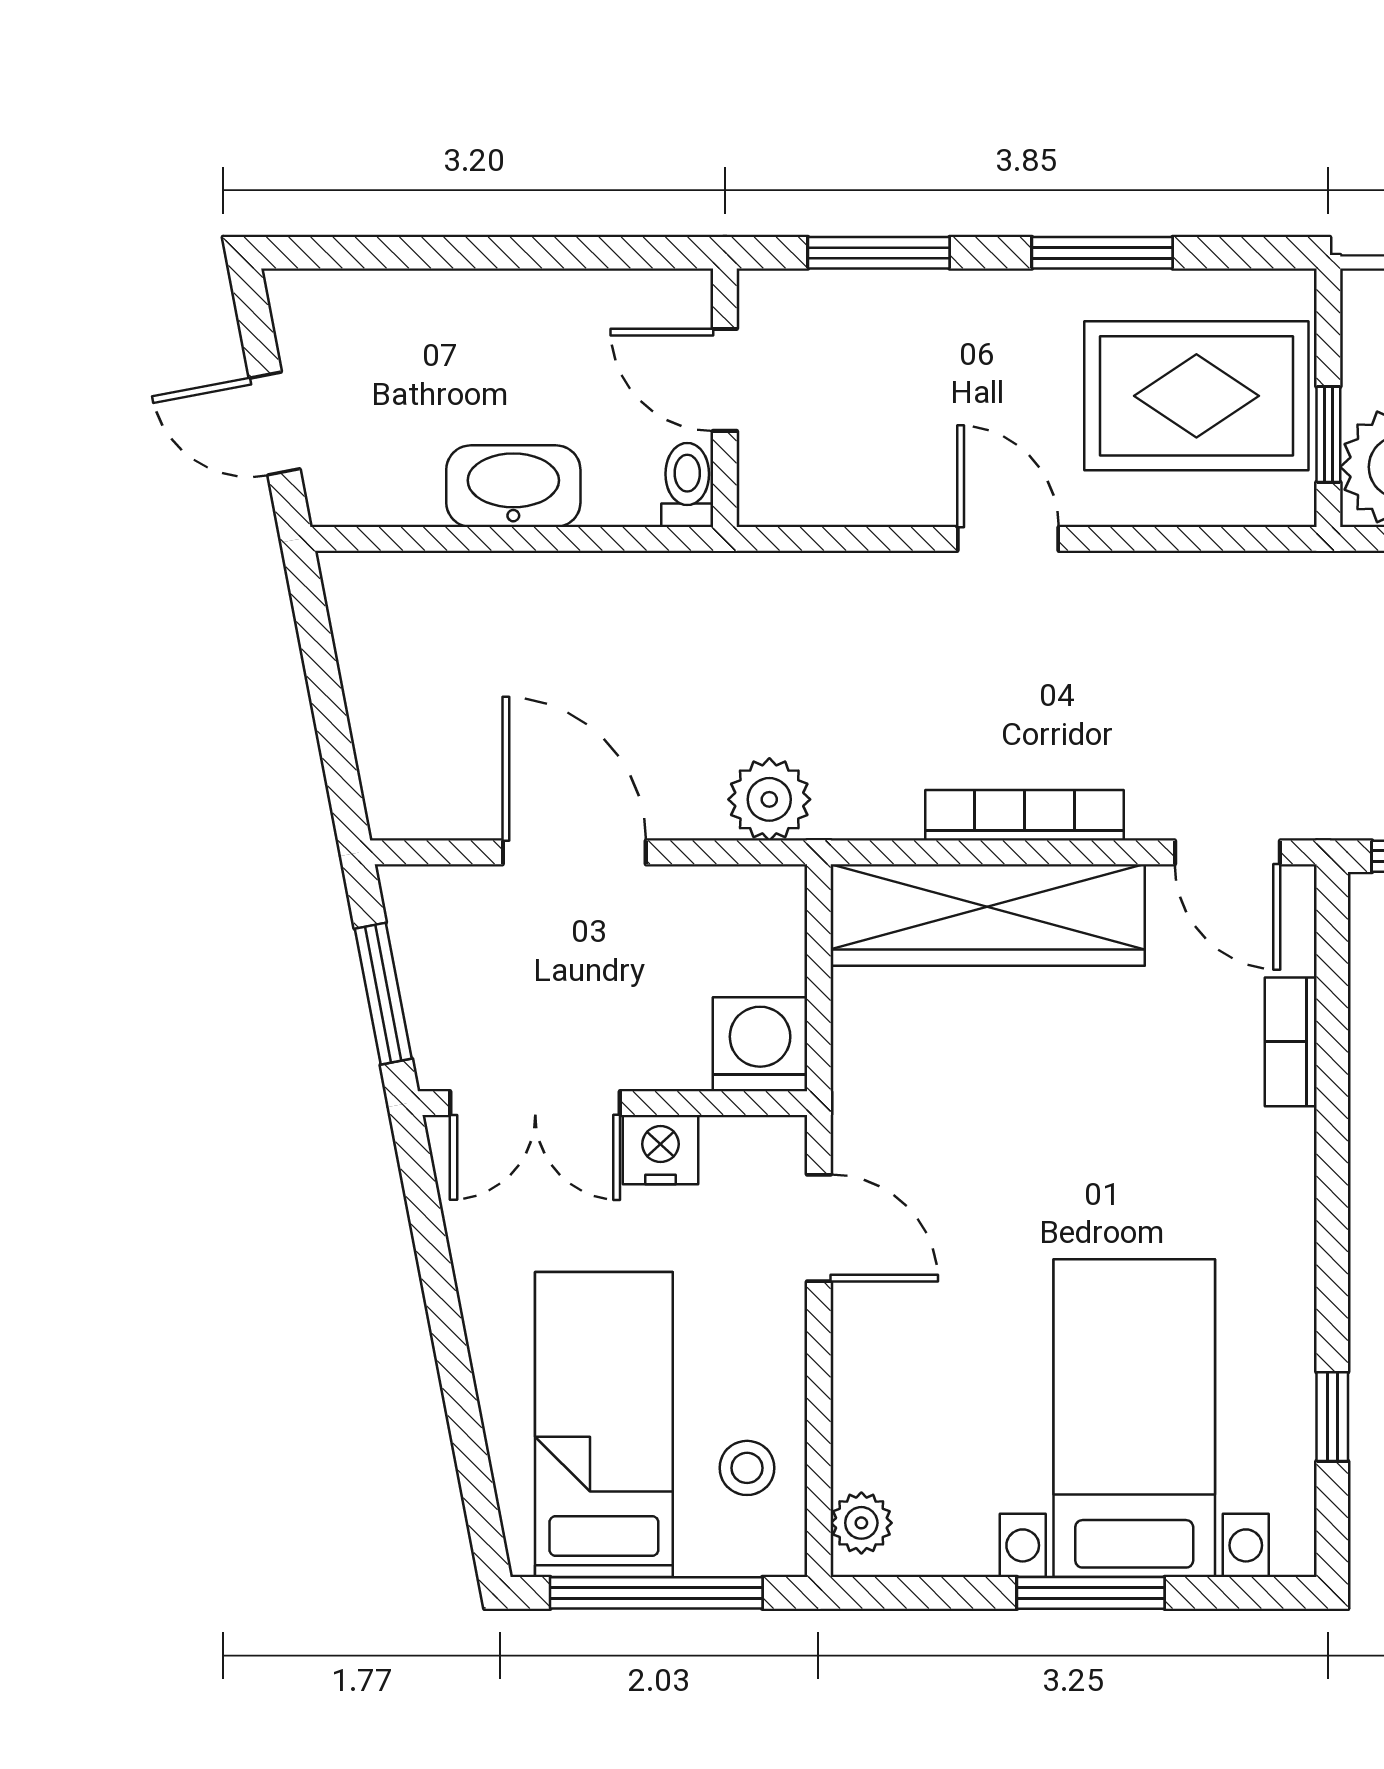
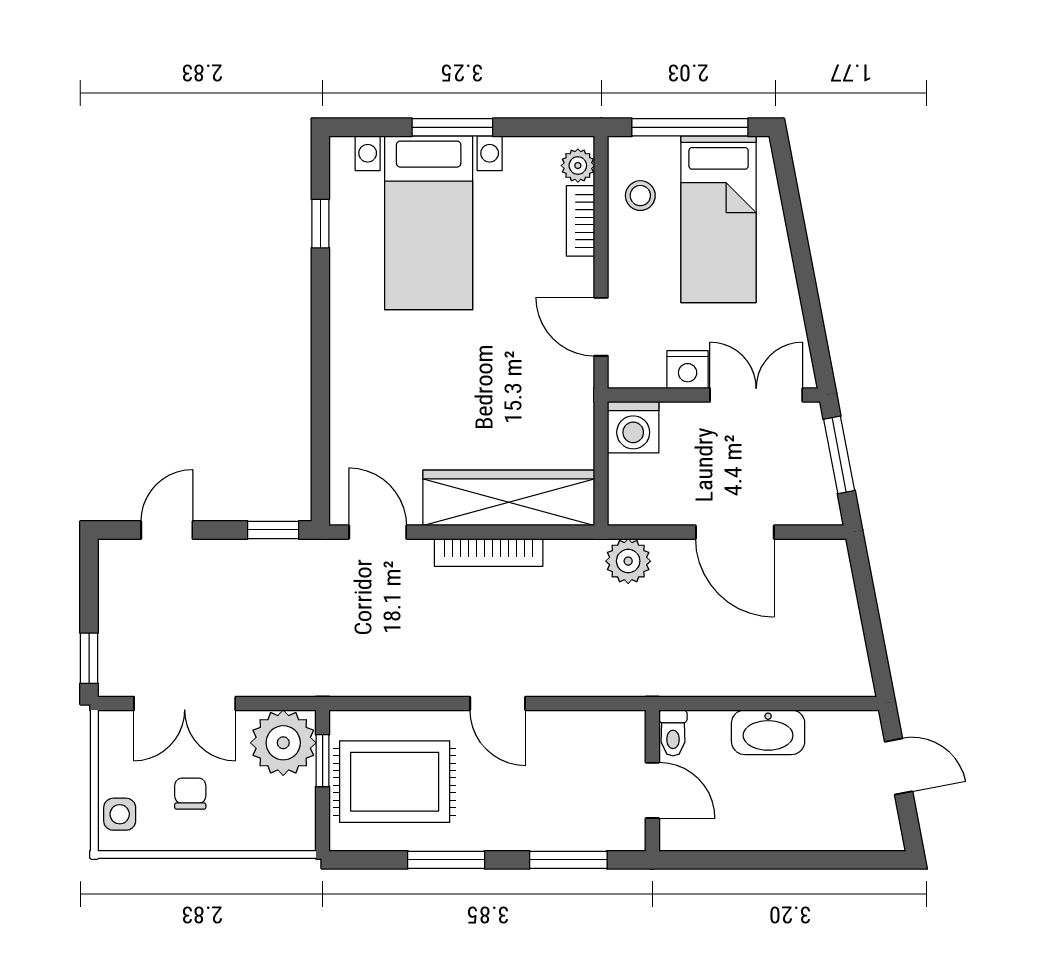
bookcase: (1291, 1042) -> (580, 221), moved, turned 180

